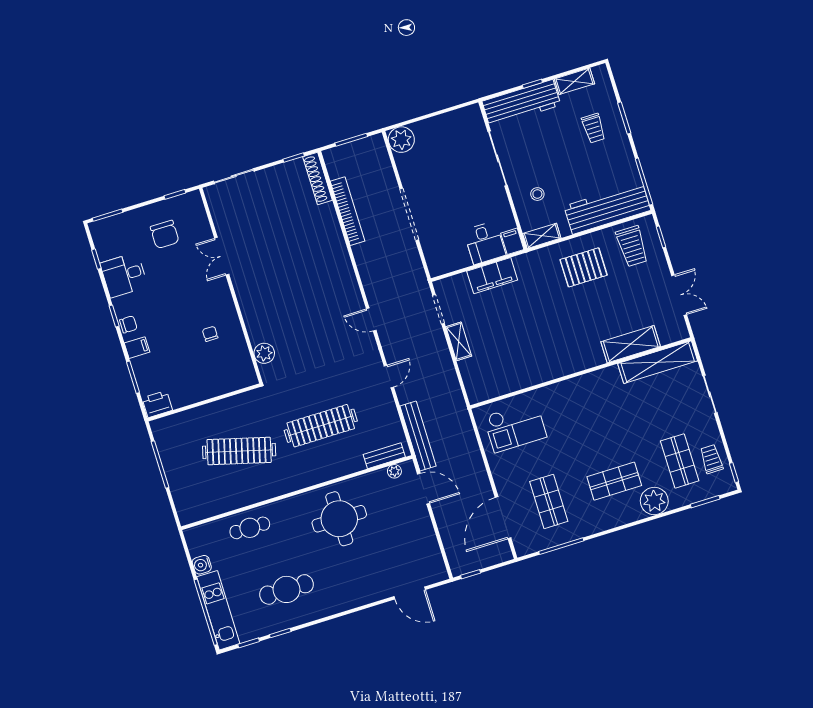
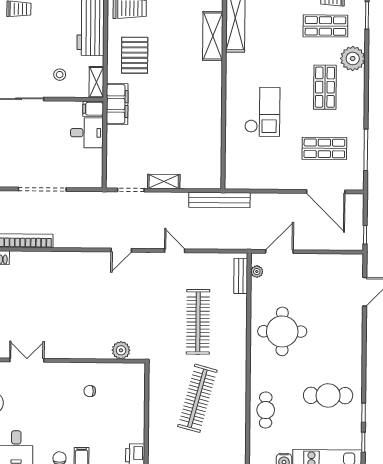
double door: (222, 256) -> (27, 360), swing flipped
filing cabinet: (492, 276) -> (117, 104), moved
checkout: (515, 427) -> (262, 112), moved
bench: (418, 436) -> (219, 200), moved
cafe table: (287, 589) -> (328, 395), turned 90

